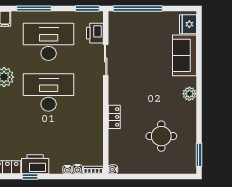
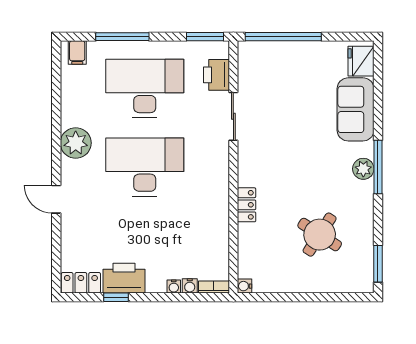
window: (199, 93) -> (378, 167), added
round table: (161, 136) -> (320, 235), turned 33

